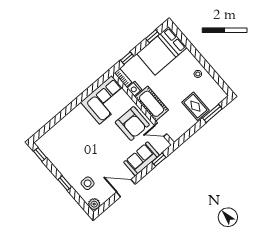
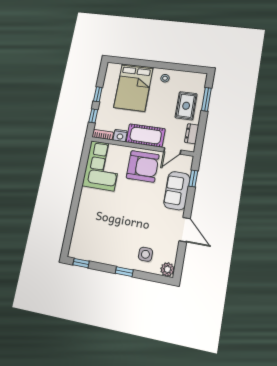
window: (152, 36) -> (98, 94), moved
bed: (162, 51) -> (133, 87), moved
rug: (195, 106) -> (186, 106), turned 90
dresser: (183, 129) -> (192, 134), added
door: (126, 188) -> (185, 230), swing flipped

